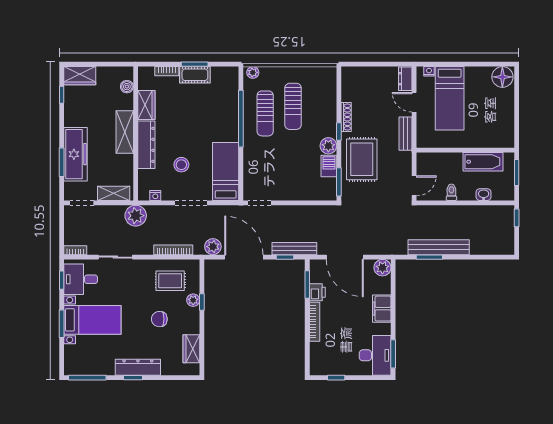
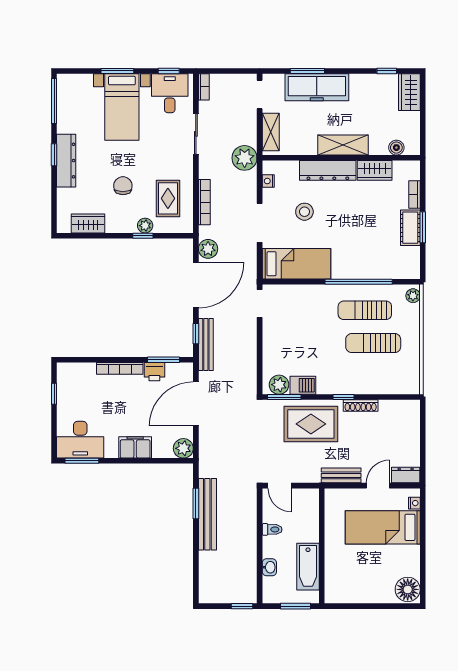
plant: (328, 146) -> (279, 385), moved

